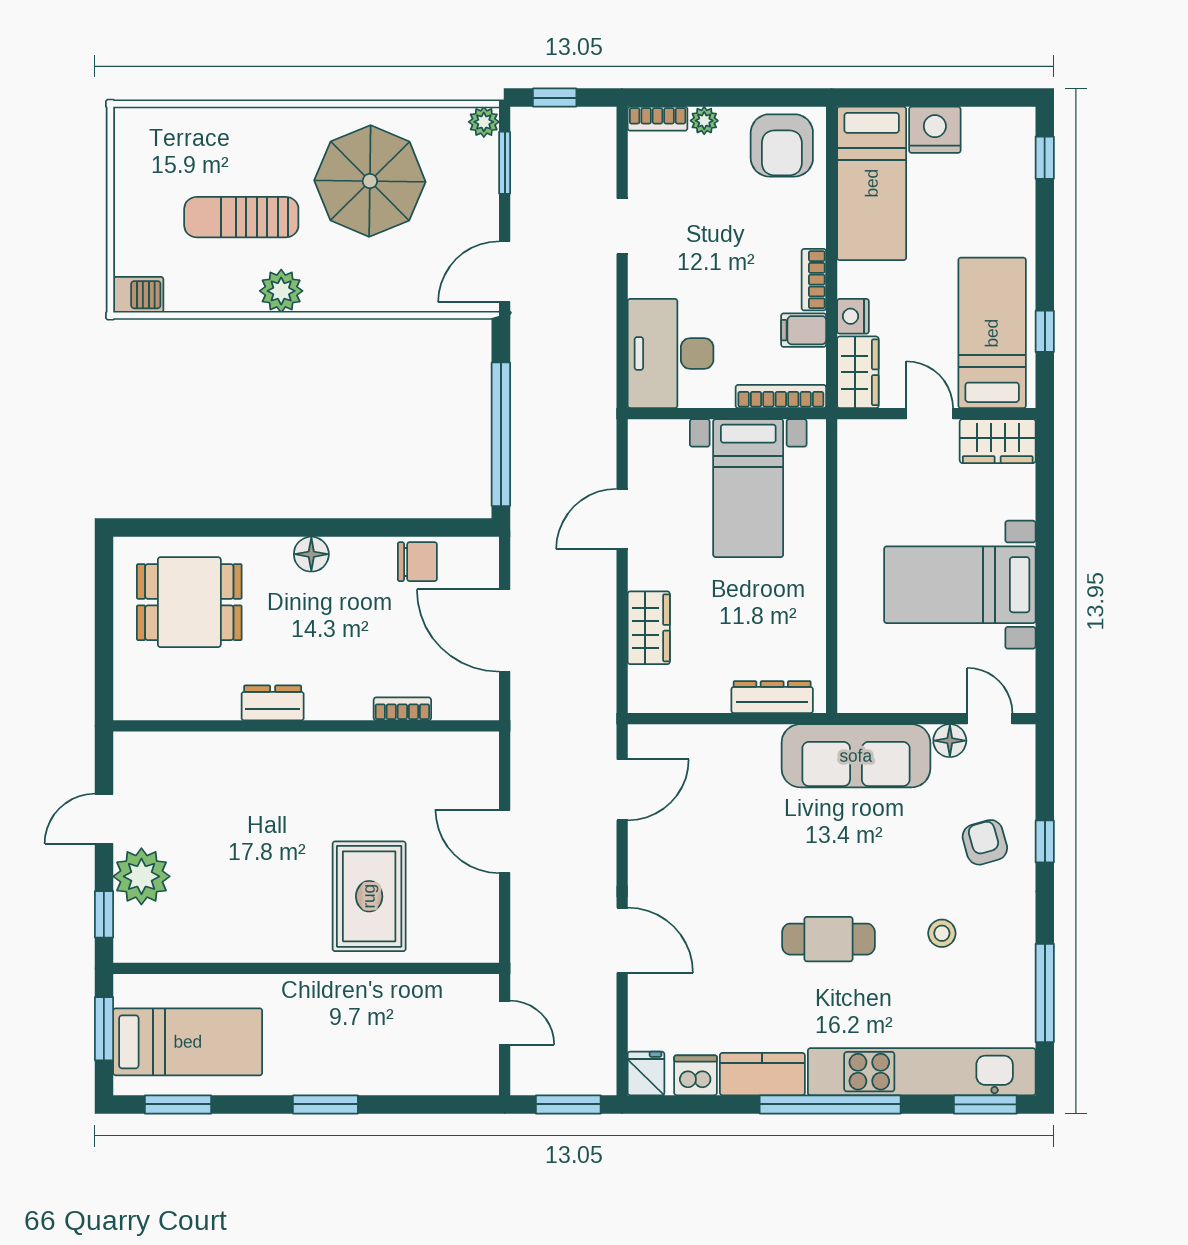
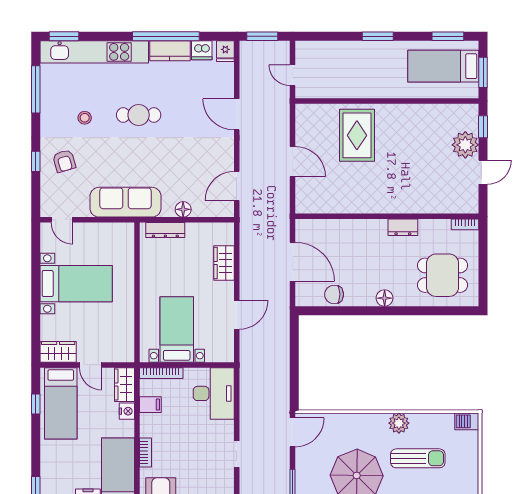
bookcase: (814, 280) -> (146, 453), moved
window: (501, 434) -> (294, 355), removed
bookcase: (402, 709) -> (465, 224), moved
floor lamp: (950, 741) -> (183, 209), moved
window: (830, 1104) -> (166, 36), moved

